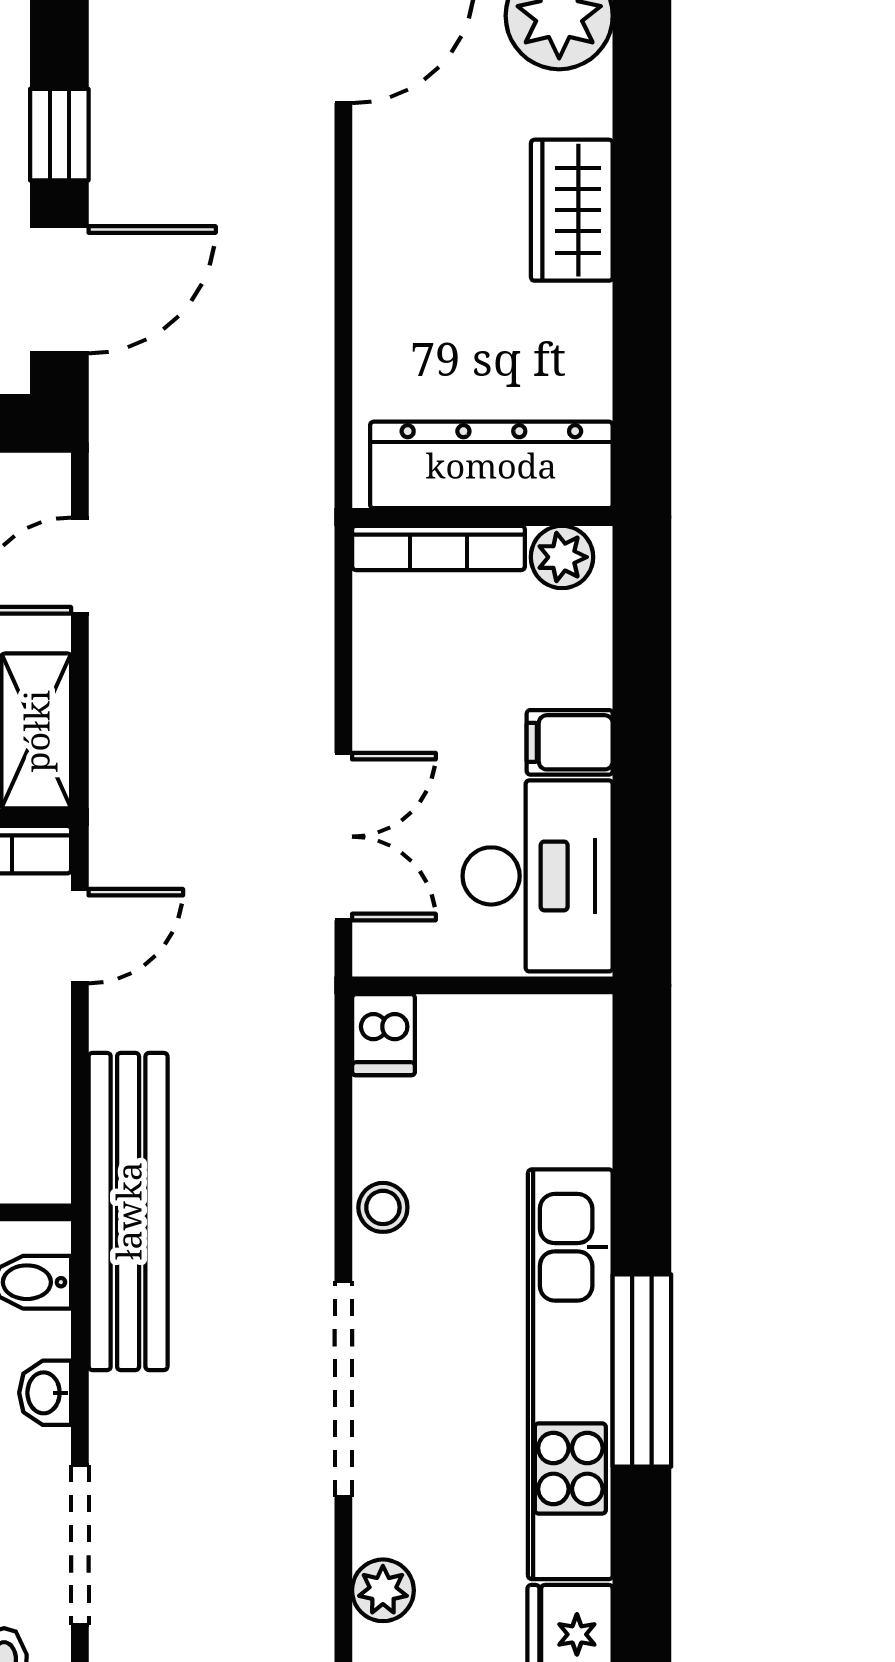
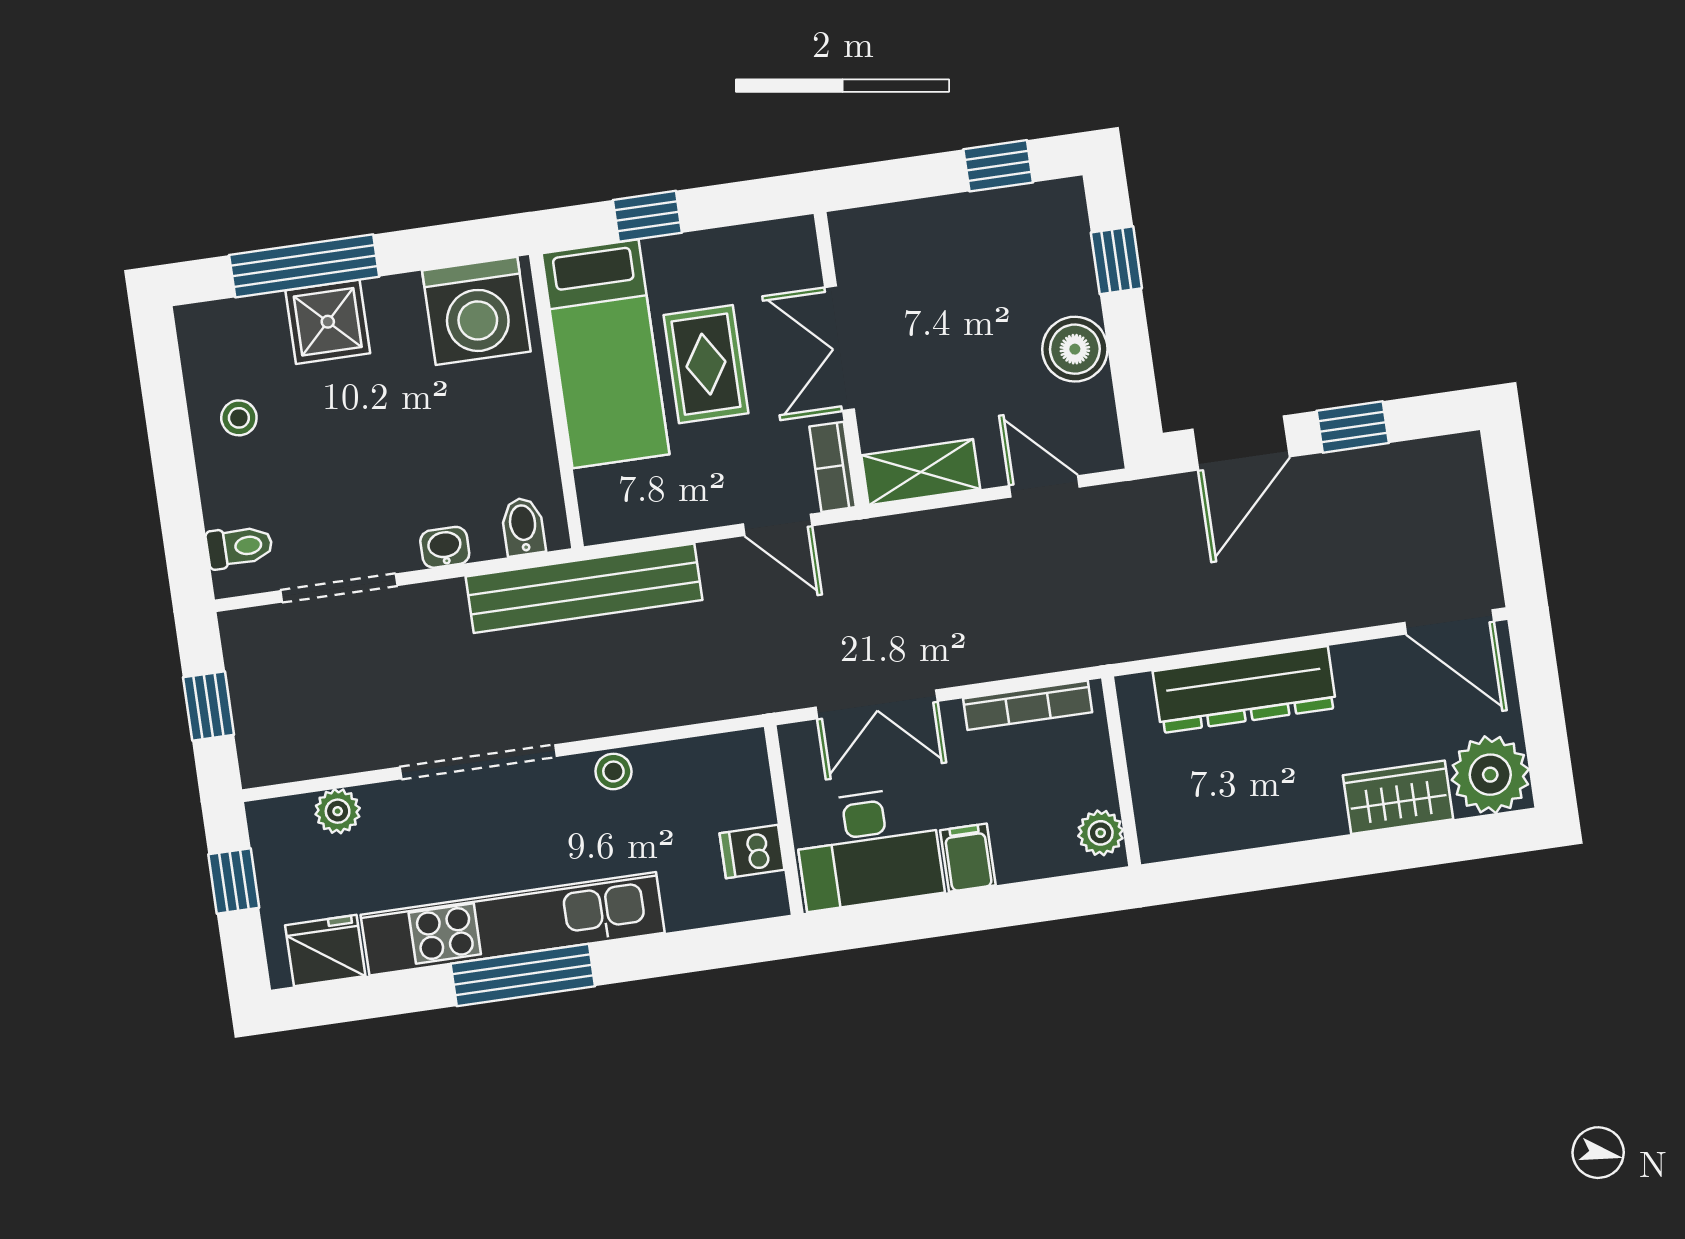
wardrobe: (572, 210) -> (1398, 797), moved
door: (59, 290) -> (1241, 443), hinge flipped
dresser: (491, 465) -> (1245, 690), moved, turned 90
bookcase: (439, 548) -> (1028, 705), moved, turned -90
dishwasher: (384, 1035) -> (752, 852), moved

